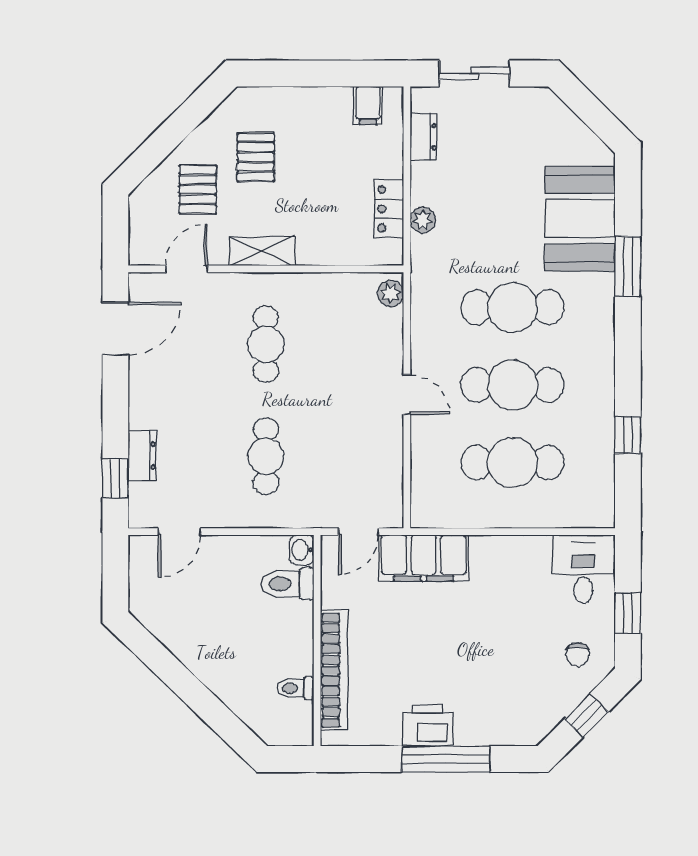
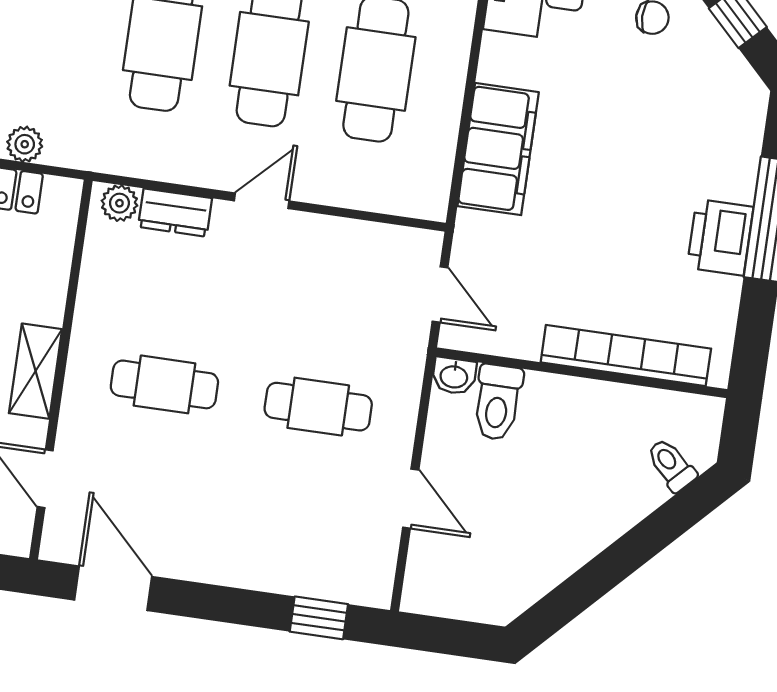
dresser: (142, 456) -> (175, 213), moved, turned 180
door: (179, 532) -> (411, 499), moved
filing cabinet: (424, 558) -> (498, 149), moved
toilet: (295, 688) -> (671, 465), moved, turned 134

